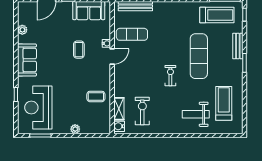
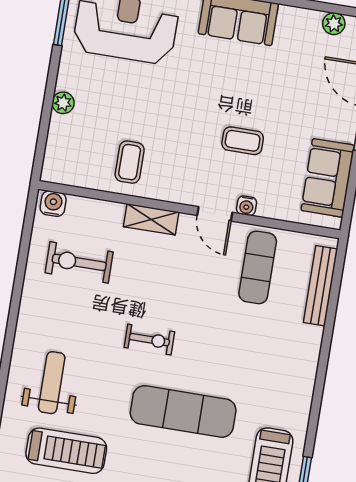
plant: (22, 30) -> (334, 24), moved
shelving: (119, 109) -> (151, 219), moved
exercise bike: (142, 111) -> (79, 262), turned 180

